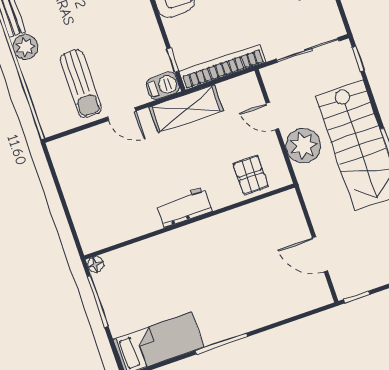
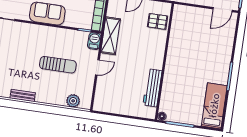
plant: (25, 47) -> (73, 101), moved
sun lounger: (81, 84) -> (58, 65), moved
workbench: (184, 207) -> (152, 88), moved, width x1.38
door: (320, 254) -> (223, 10), moved

